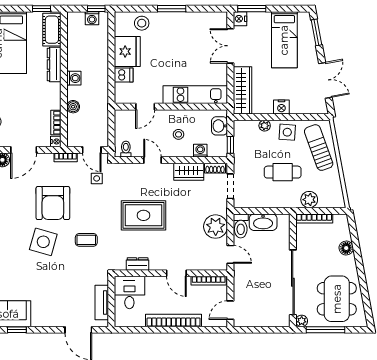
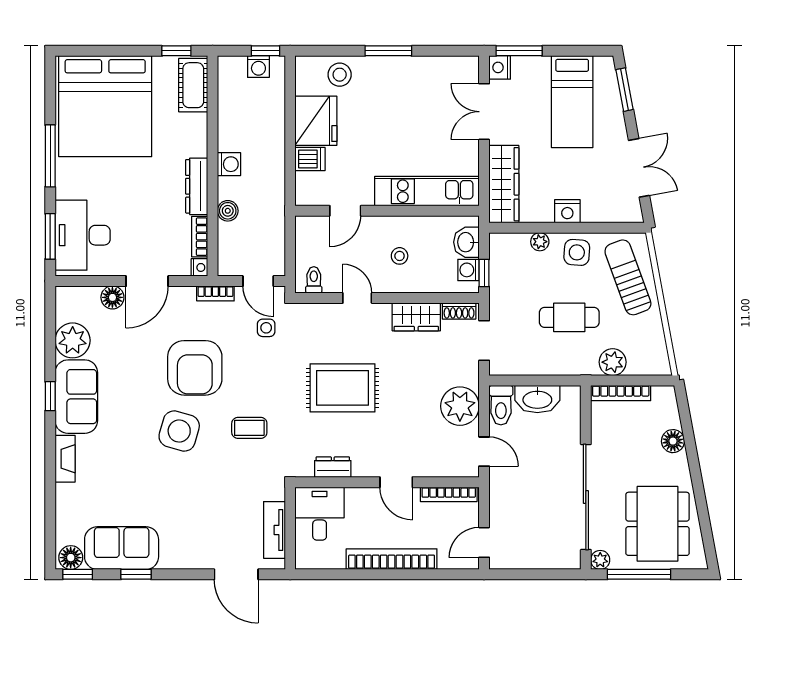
dresser: (54, 65) -> (197, 186), moved
washing machine: (200, 151) -> (468, 270), moved, turned -90

